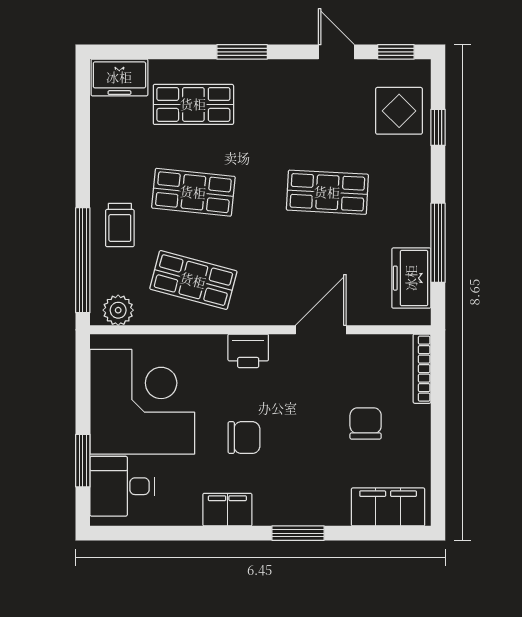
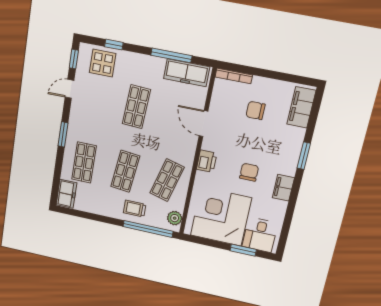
trolley: (120, 225) -> (135, 209), turned 180
freezer: (411, 278) -> (187, 73), width x1.40

